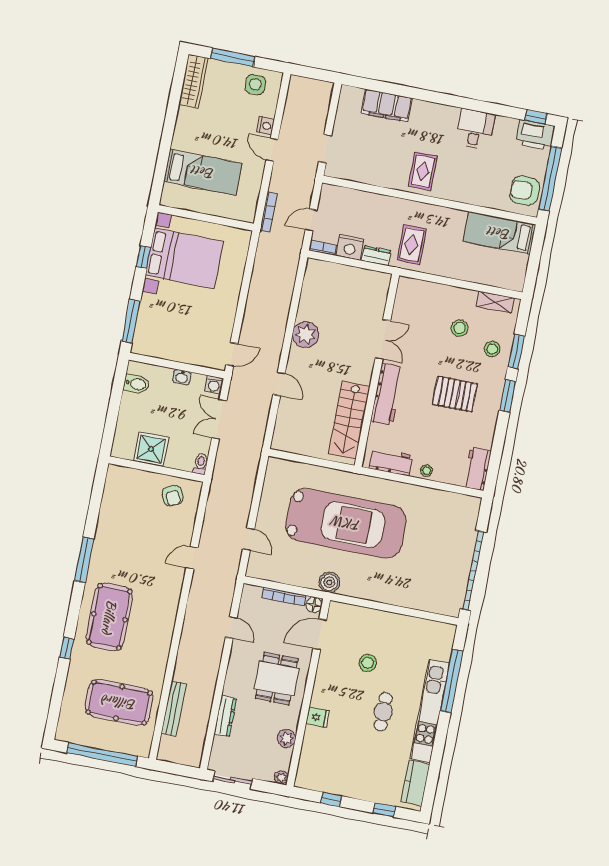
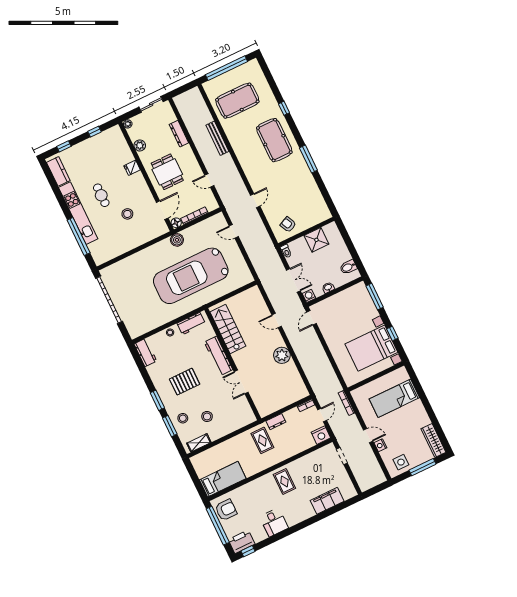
nightstand: (350, 247) -> (321, 435), moved, turned 180
bench: (174, 708) -> (217, 138), moved

